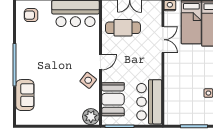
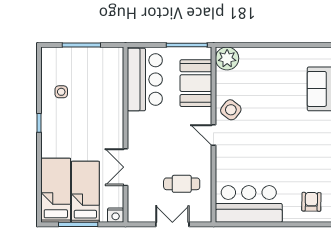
armchair: (31, 15) -> (311, 202), turned -89
cafe table: (123, 28) -> (182, 184), width x0.73, depth x0.74
door: (100, 62) -> (214, 135), hinge flipped

